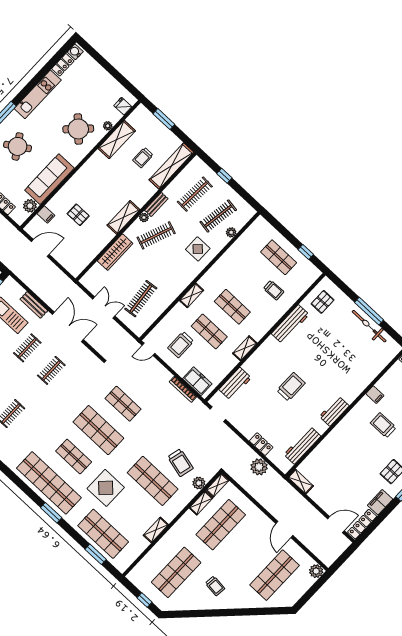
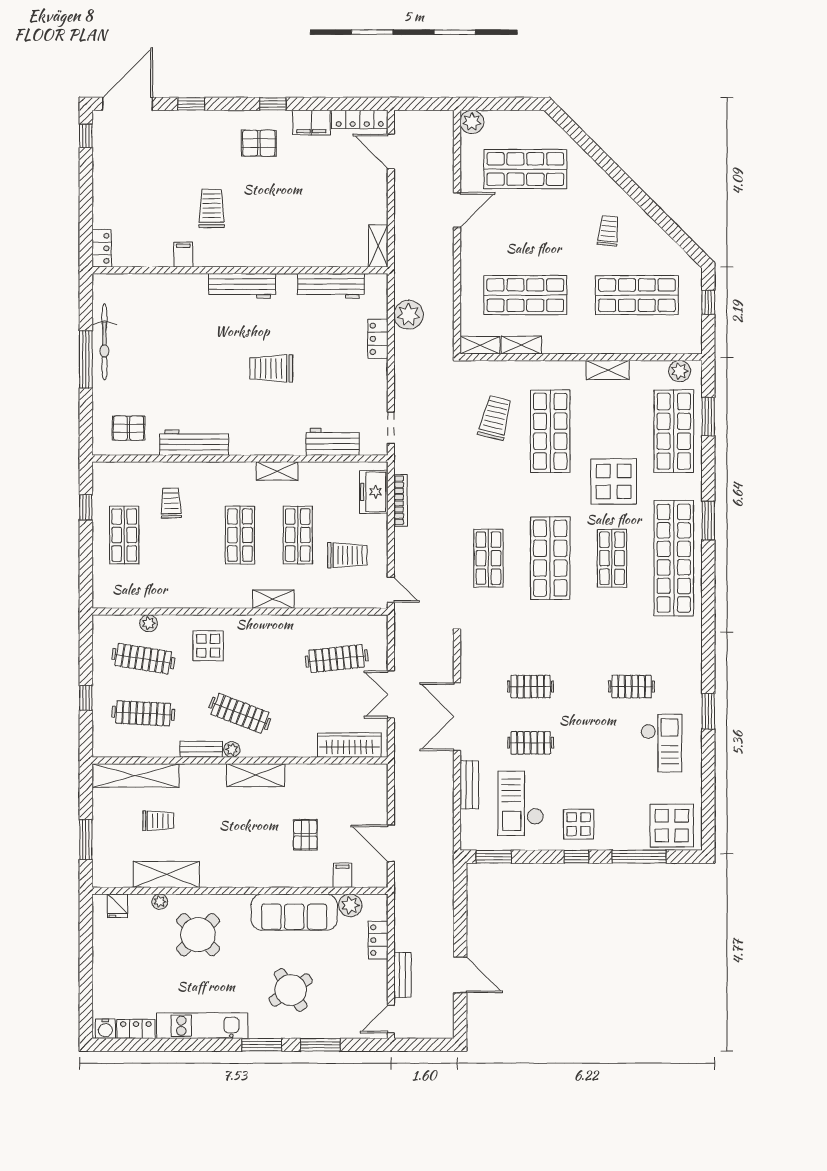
wardrobe: (115, 252) -> (349, 745), moved
workbench: (334, 411) -> (242, 286), width x1.38
trolley: (383, 425) -> (212, 209), turned 180
plant: (199, 483) -> (680, 371), moved

